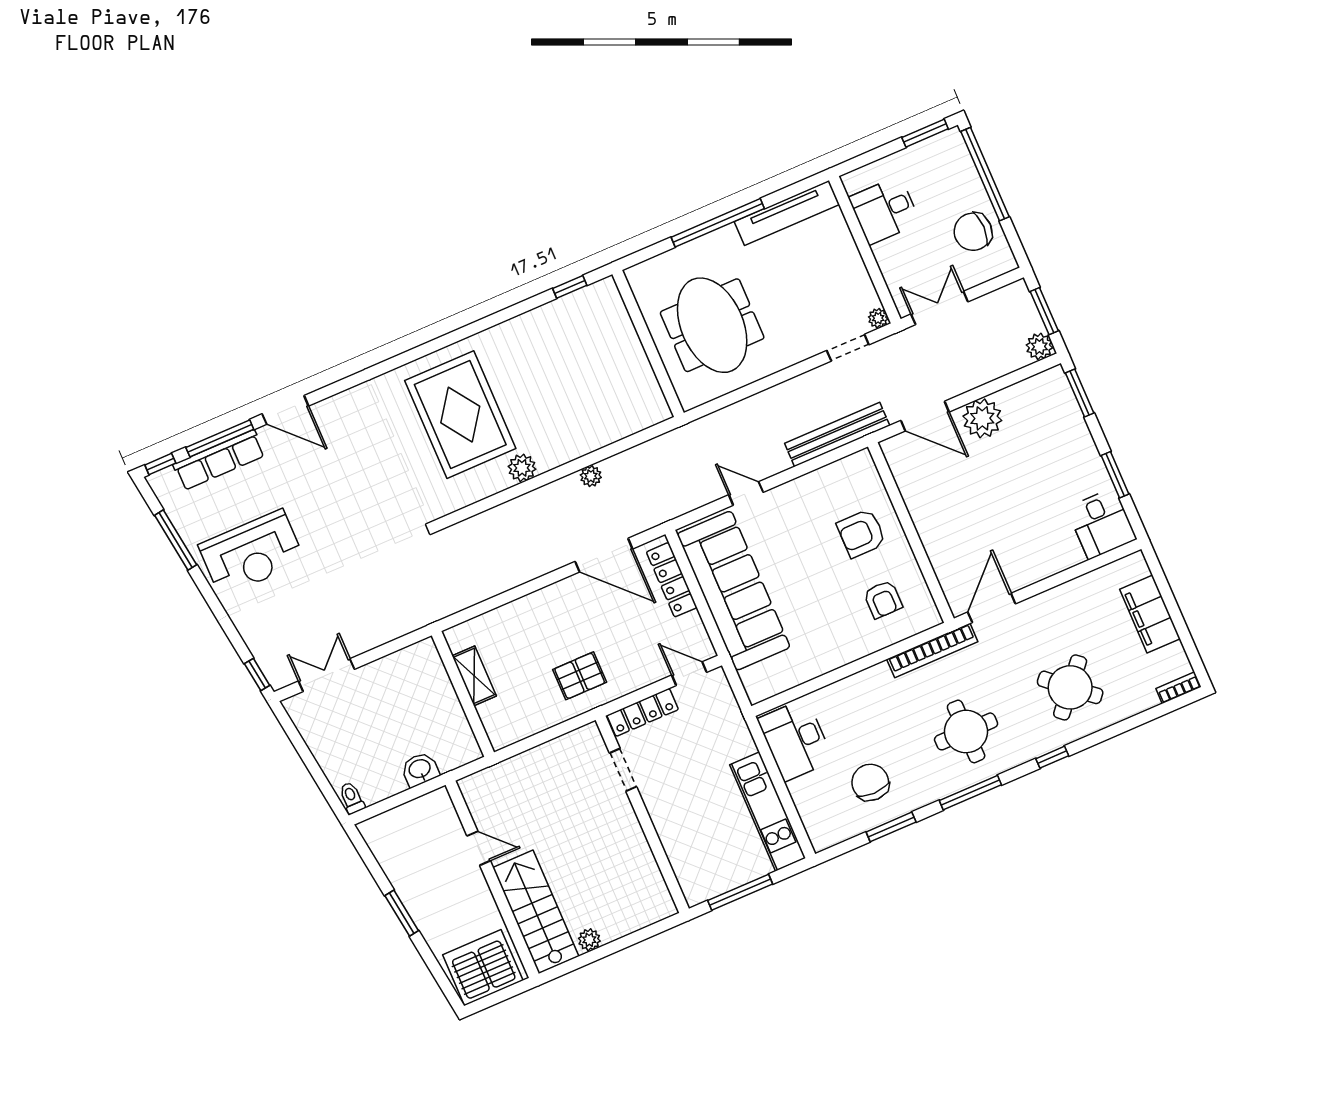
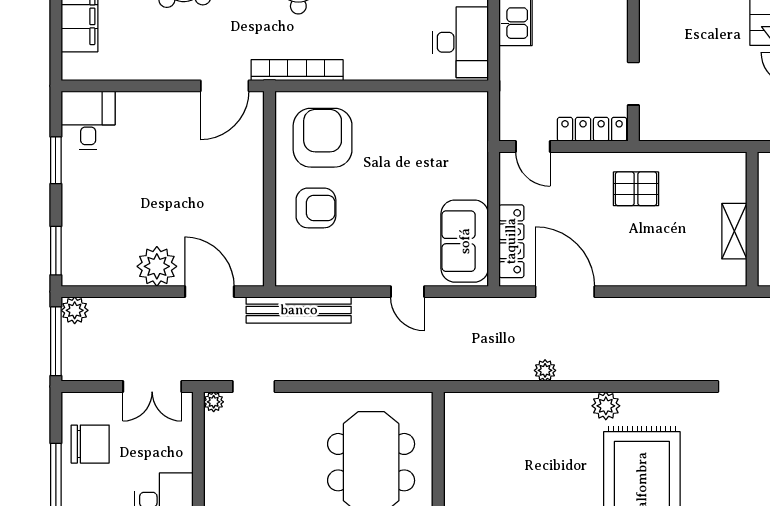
window: (1044, 311) -> (56, 341), width x1.44
sofa: (734, 591) -> (465, 241), width x0.54, depth x0.79
armchair: (883, 599) -> (323, 138), width x1.88, depth x1.88

